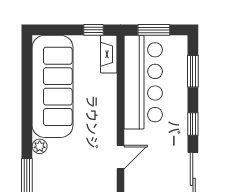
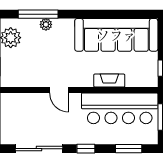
fireplace: (109, 54) -> (109, 81), moved
plant: (40, 146) -> (46, 24), moved

